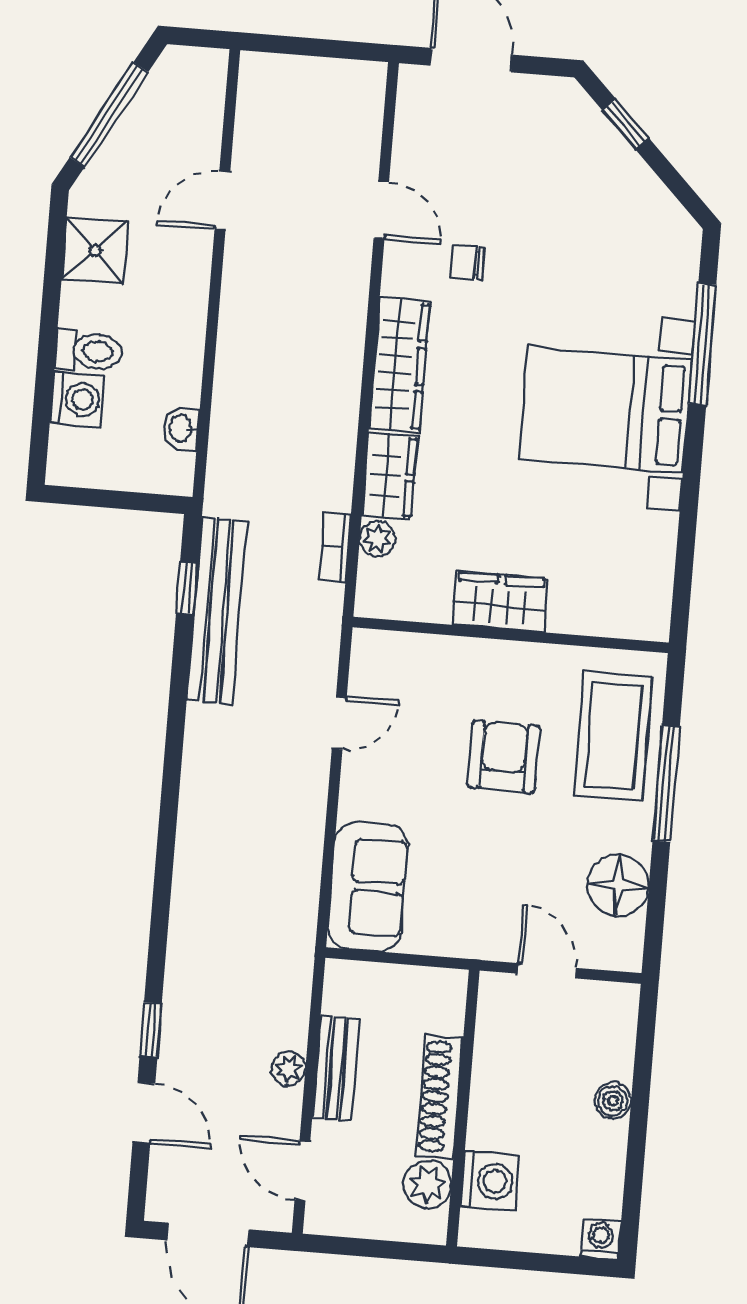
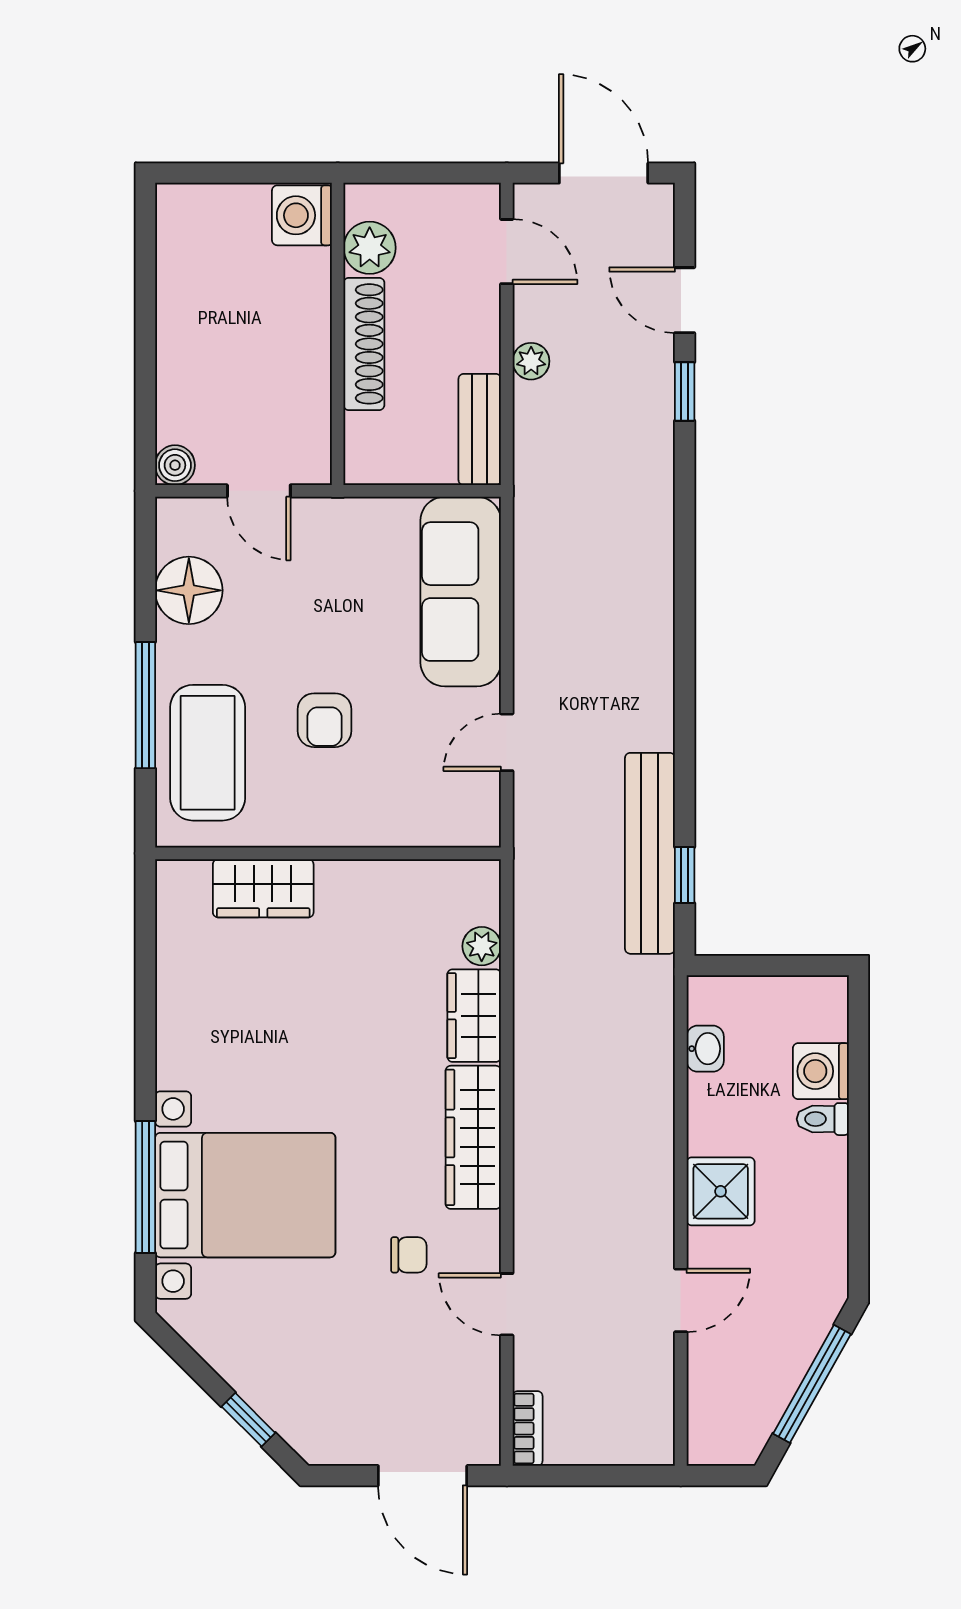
shower: (95, 250) -> (721, 1191), moved
toilet: (89, 351) -> (823, 1119), width x0.73, depth x0.72
bed with nightstands: (605, 410) -> (245, 1195), moved
bookcase: (335, 547) -> (528, 1429), moved
wardrobe: (500, 602) -> (263, 888), moved
armchair: (504, 757) -> (325, 720), width x0.72, depth x0.72
sofa: (368, 887) -> (461, 592), width x1.36
bench: (336, 1068) -> (480, 429), moved
boiler: (613, 1101) -> (175, 465), moved
washing machine: (490, 1181) -> (302, 215), moved
washing machine: (601, 1239) -> (176, 203), removed

